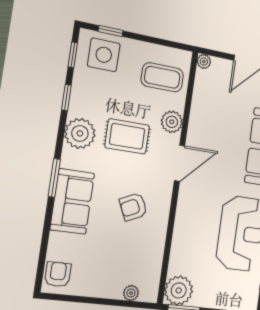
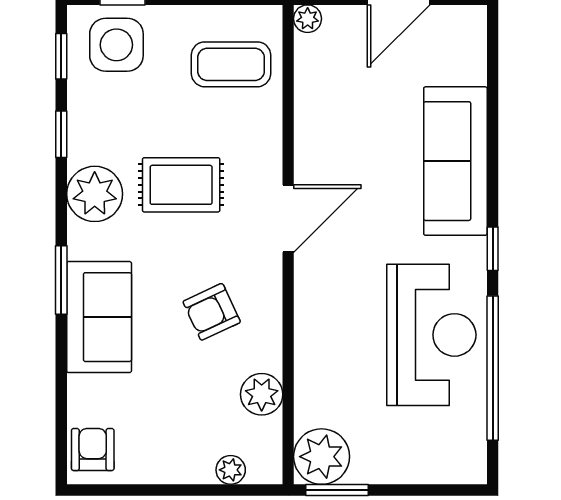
plant: (172, 122) -> (262, 394), moved

